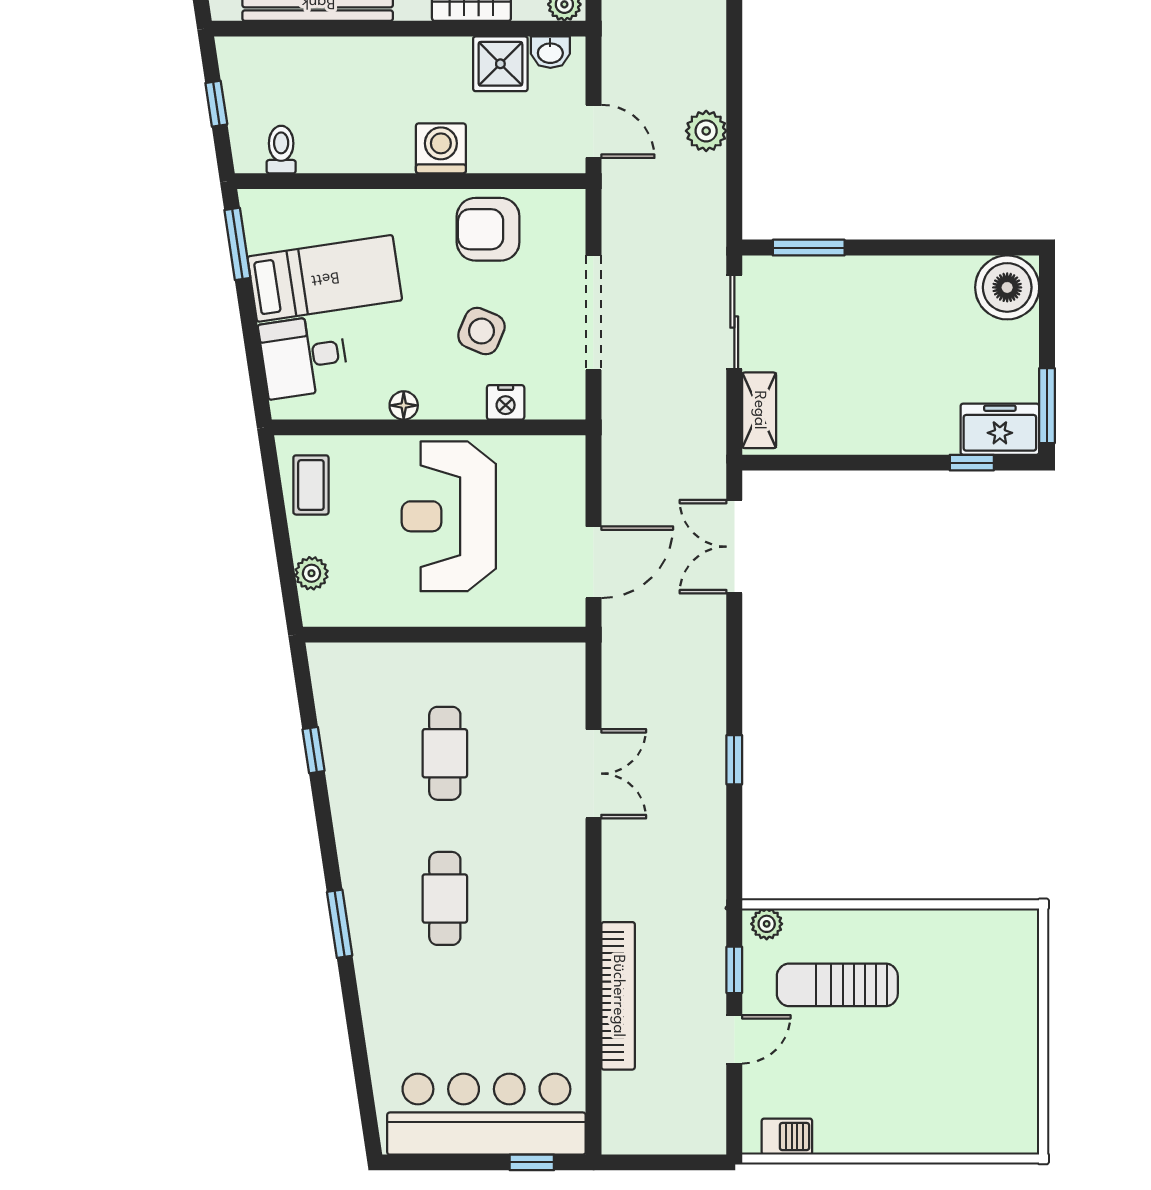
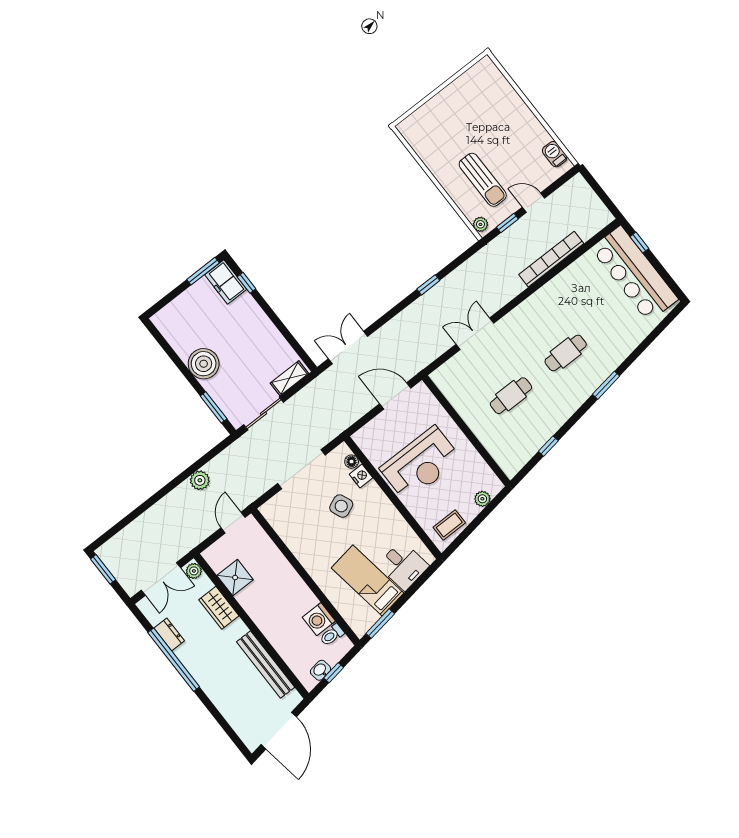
washbasin: (550, 52) -> (320, 670), moved, turned -99
washing machine: (441, 148) -> (319, 619), moved
armchair: (488, 229) -> (301, 533), removed
boiler: (1007, 287) -> (204, 364), moved
side table: (481, 331) -> (341, 506), turned 45
floor lamp: (404, 405) -> (352, 462), moved
double door: (734, 547) -> (348, 347), swing flipped

